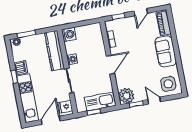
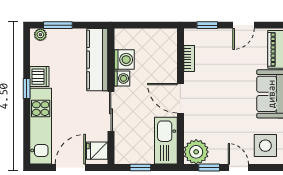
washing machine: (69, 34) -> (124, 60), moved
door: (110, 65) -> (180, 98), swing flipped
kitchen sink: (100, 101) -> (166, 141), moved, turned -90

